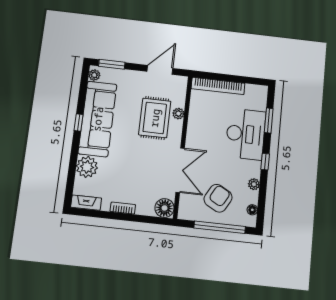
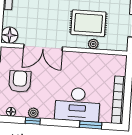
bookcase: (218, 86) -> (119, 100), moved
window: (265, 162) -> (33, 121), moved
armchair: (218, 198) -> (20, 81), turned -119

